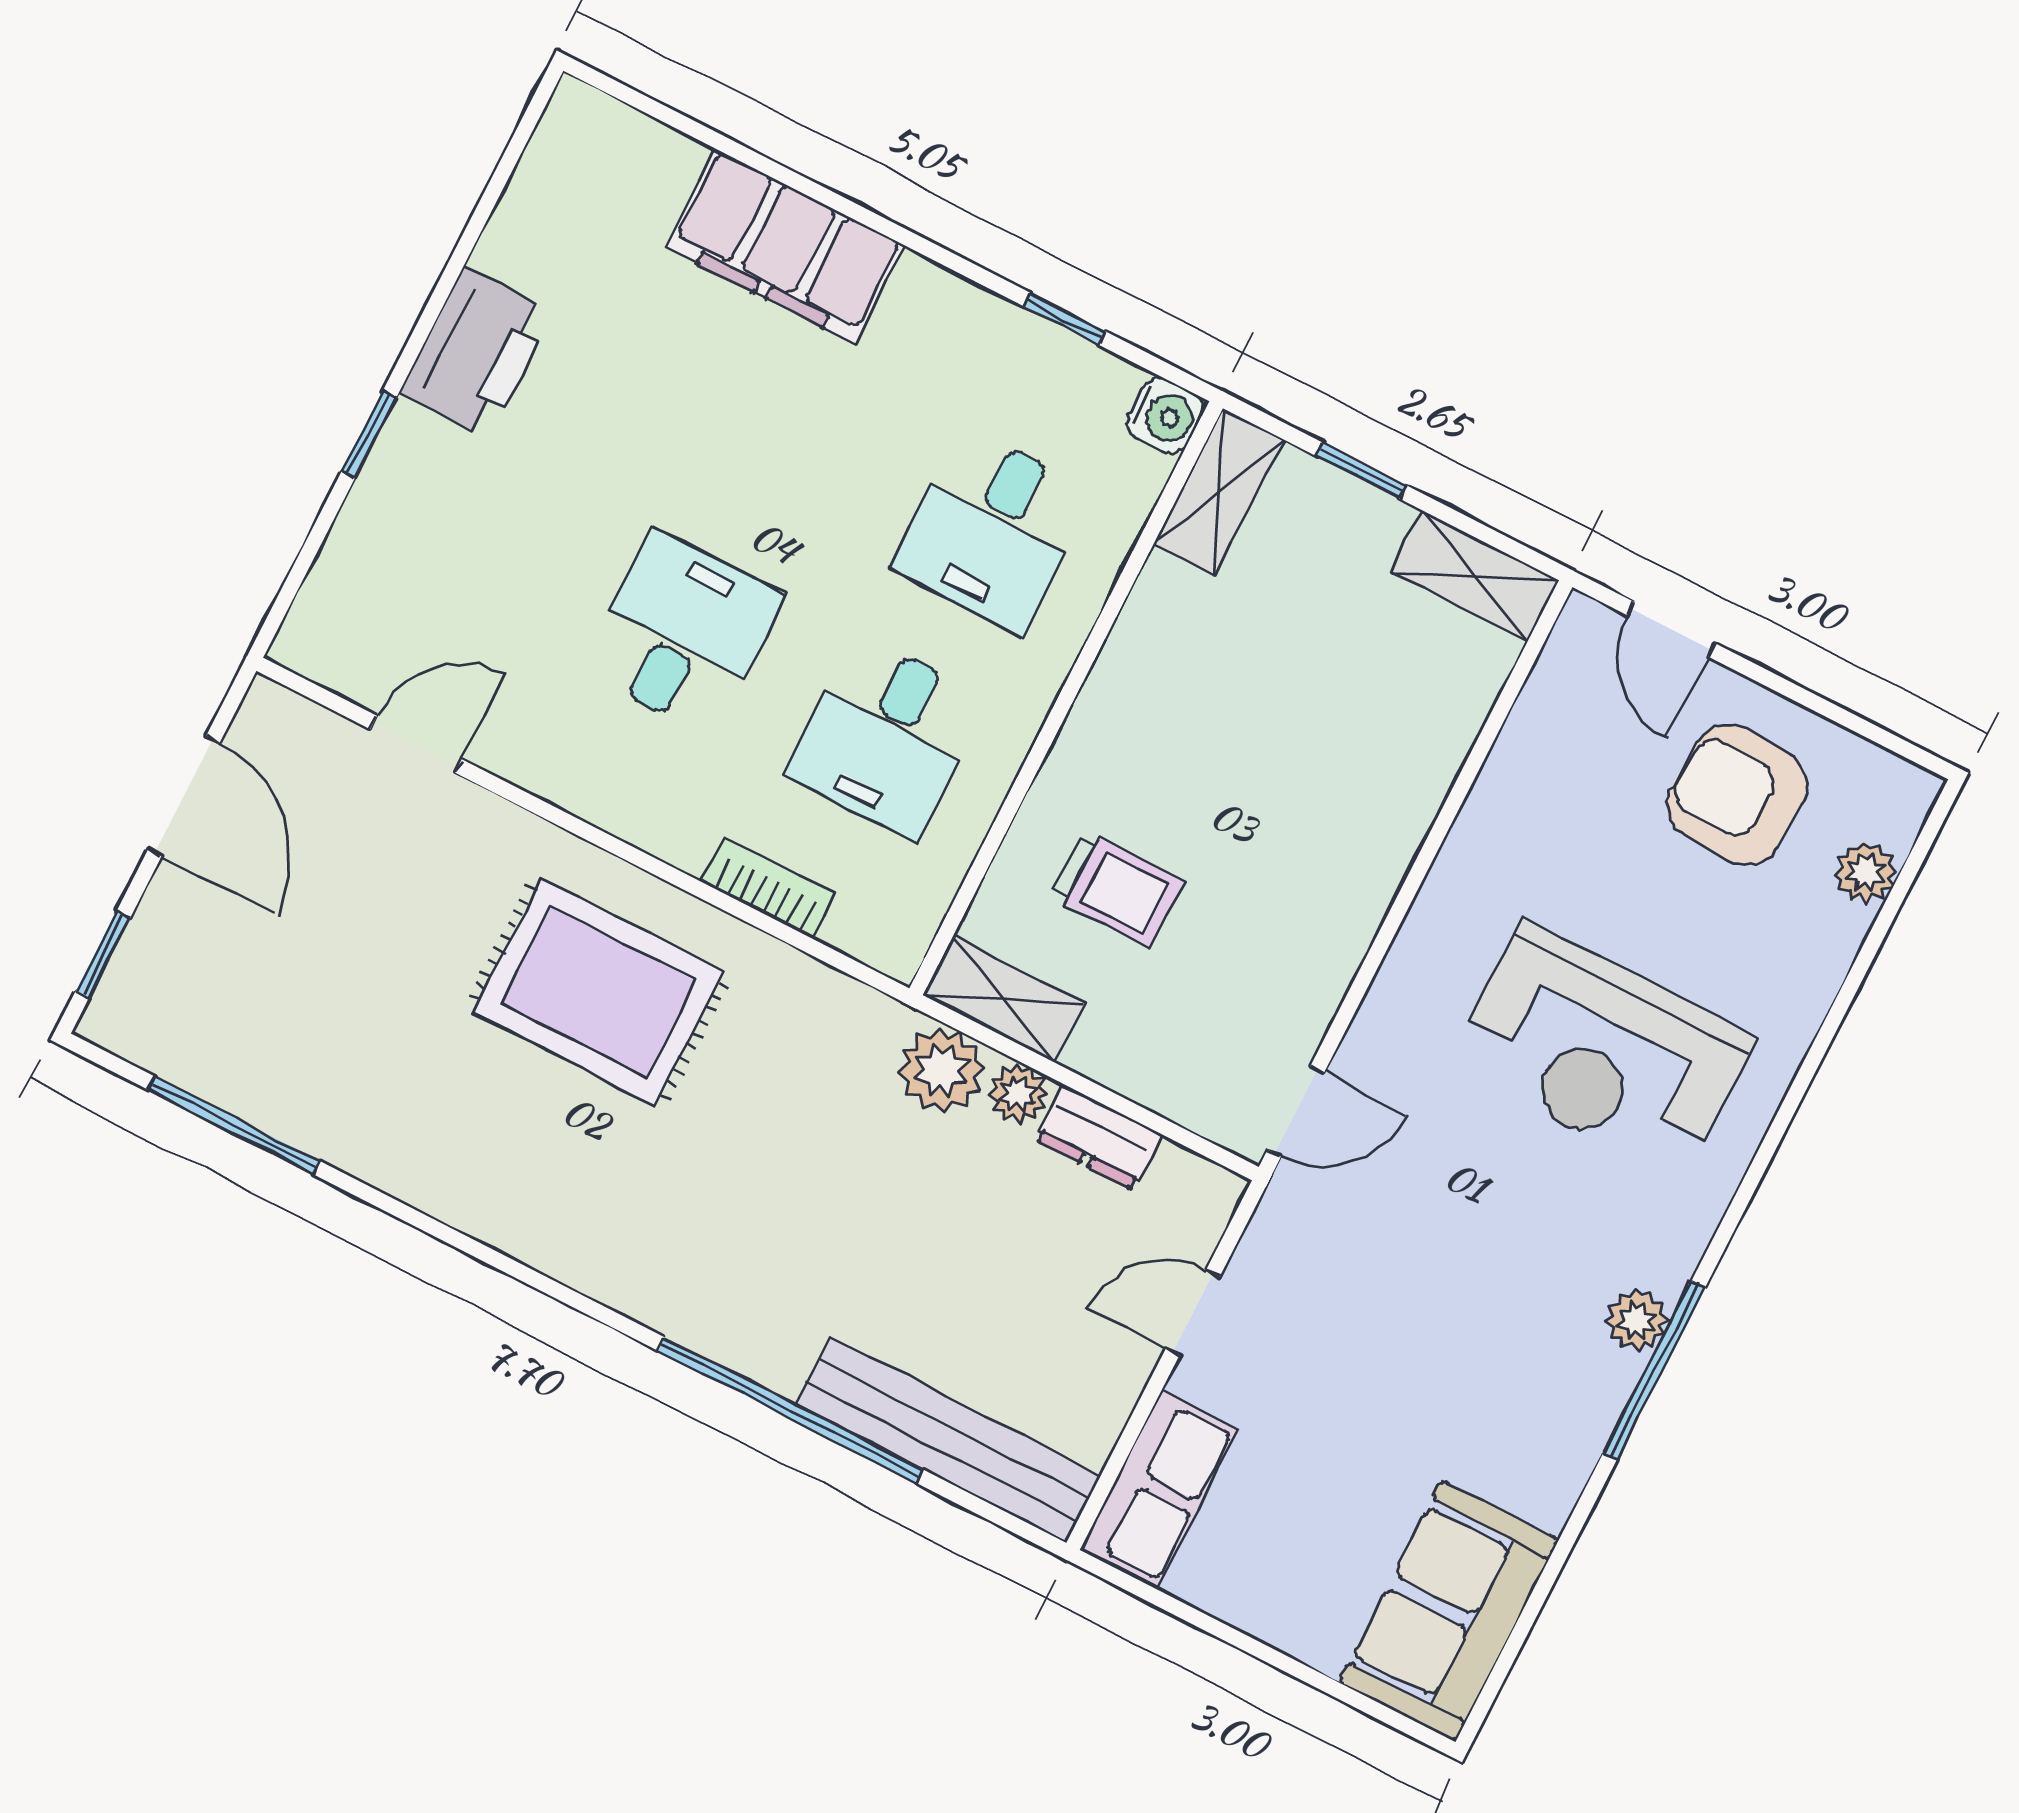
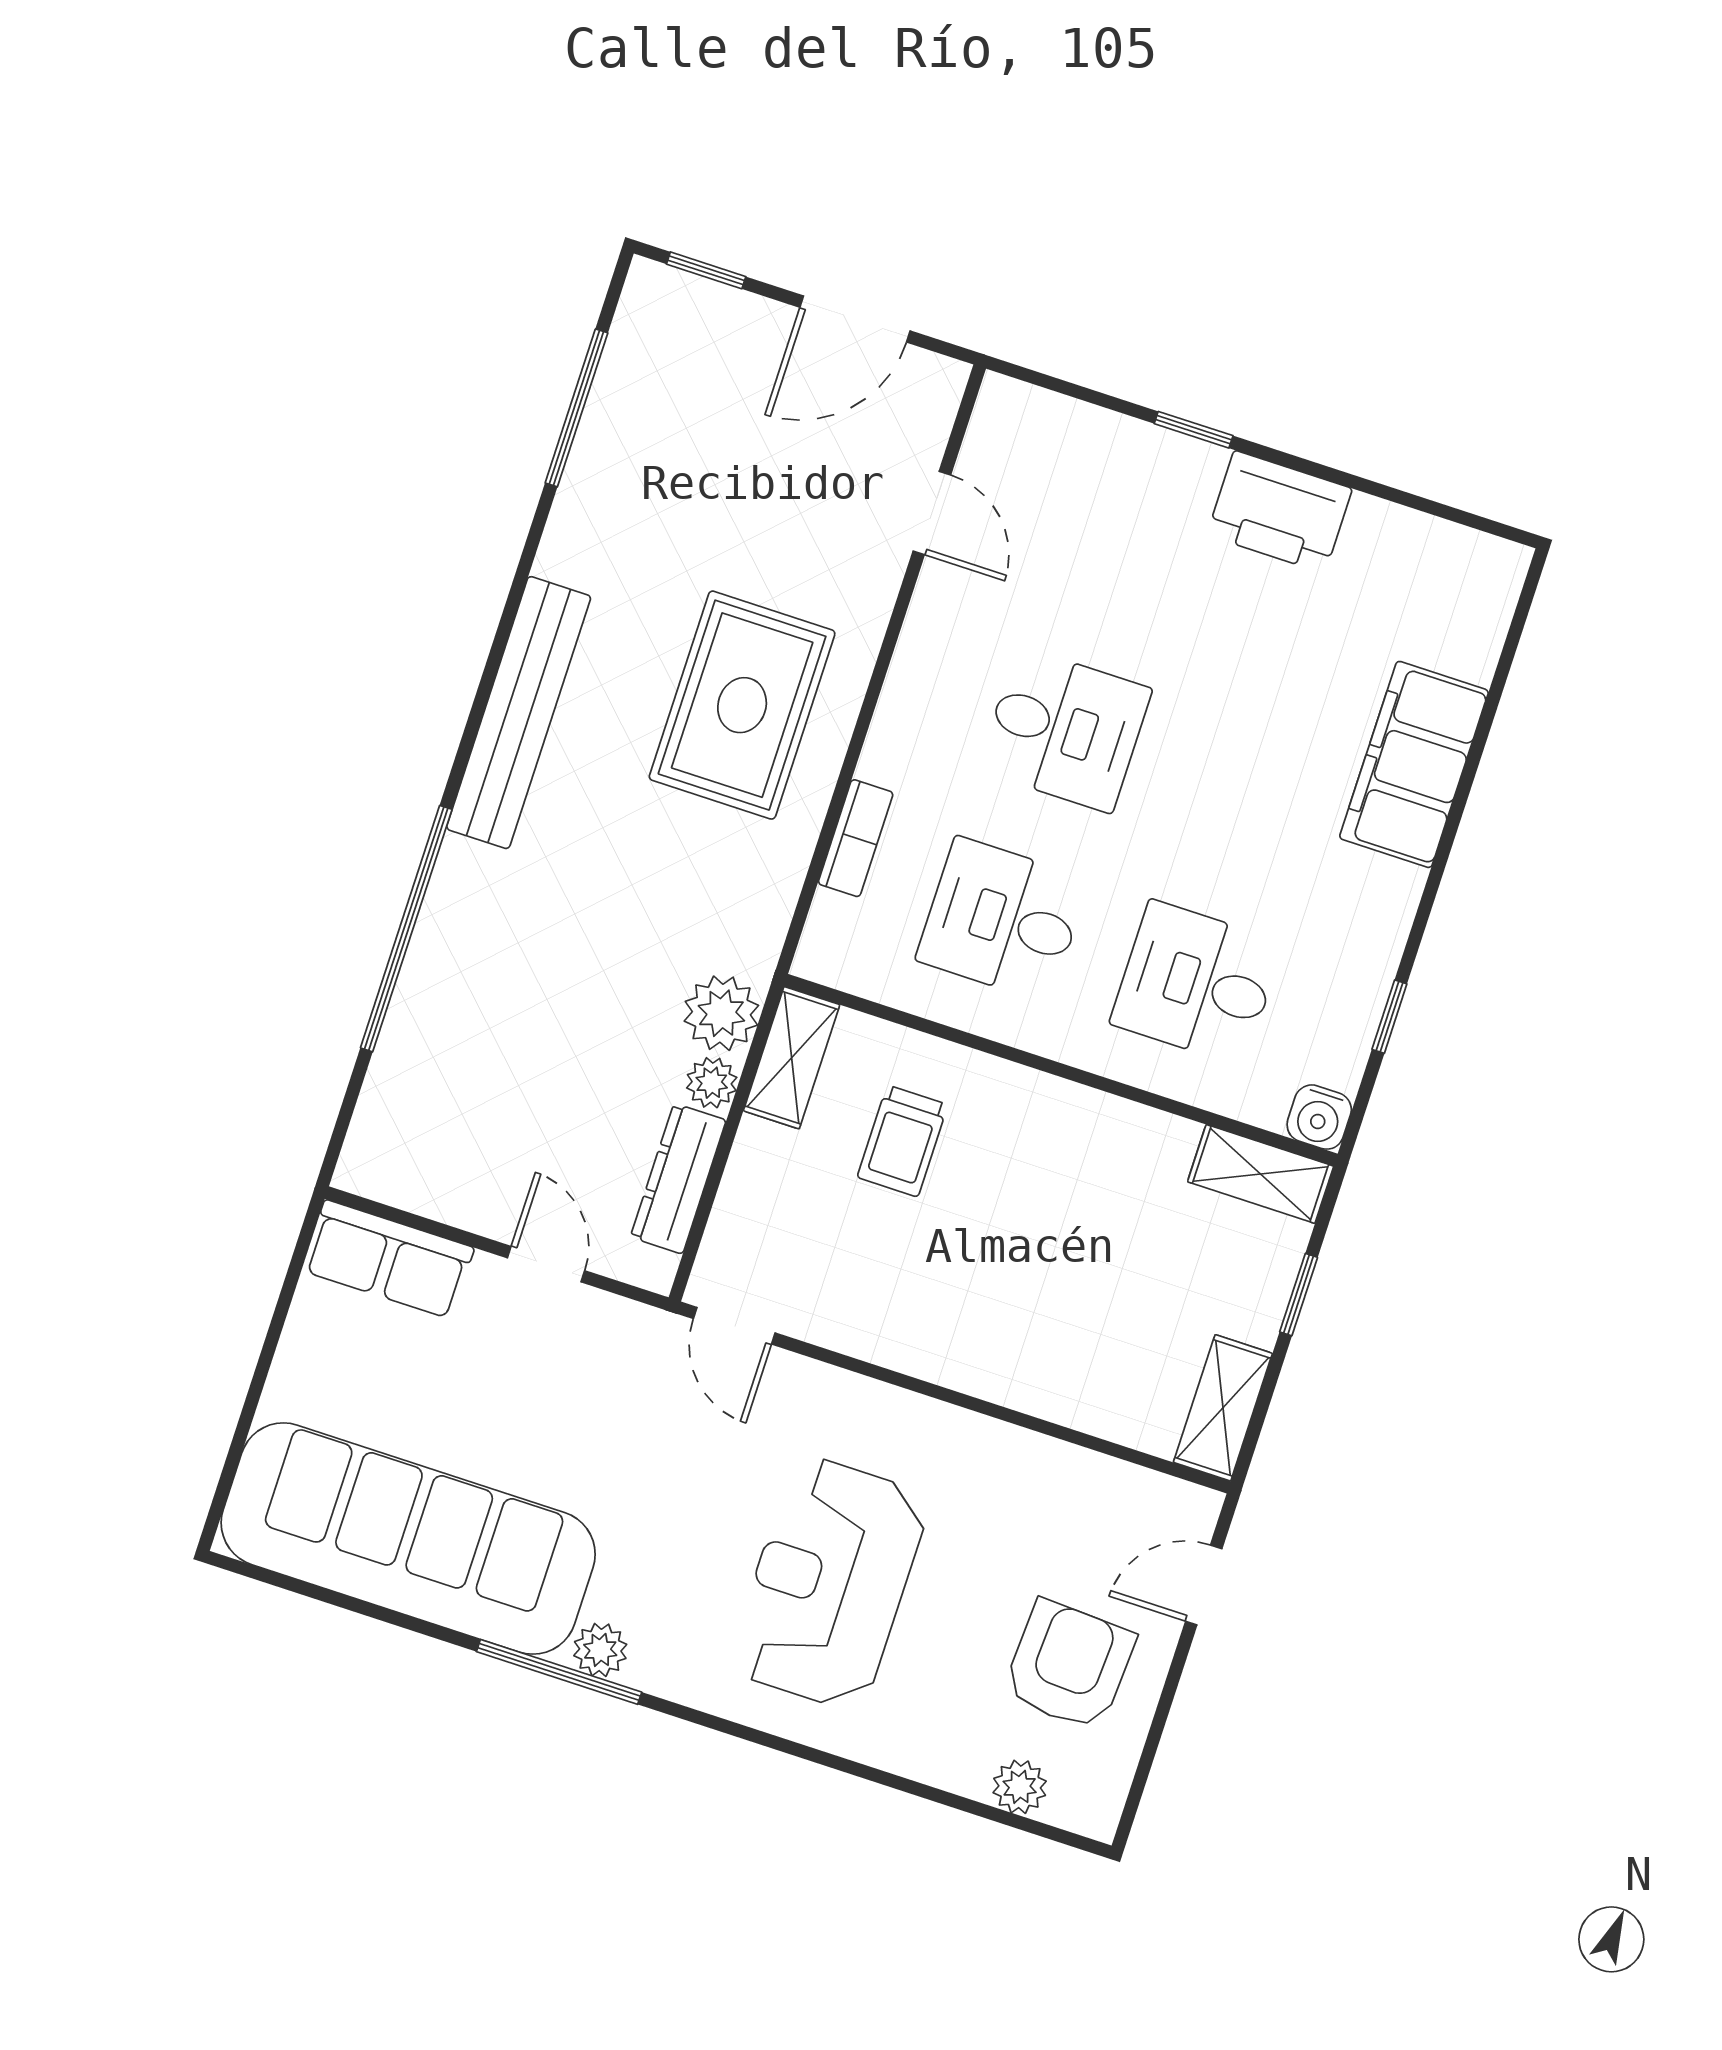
dresser: (1098, 1137) -> (678, 1179), width x1.44
bench: (948, 1440) -> (519, 713), moved
sofa: (1449, 1611) -> (408, 1539), width x1.85, depth x1.27

